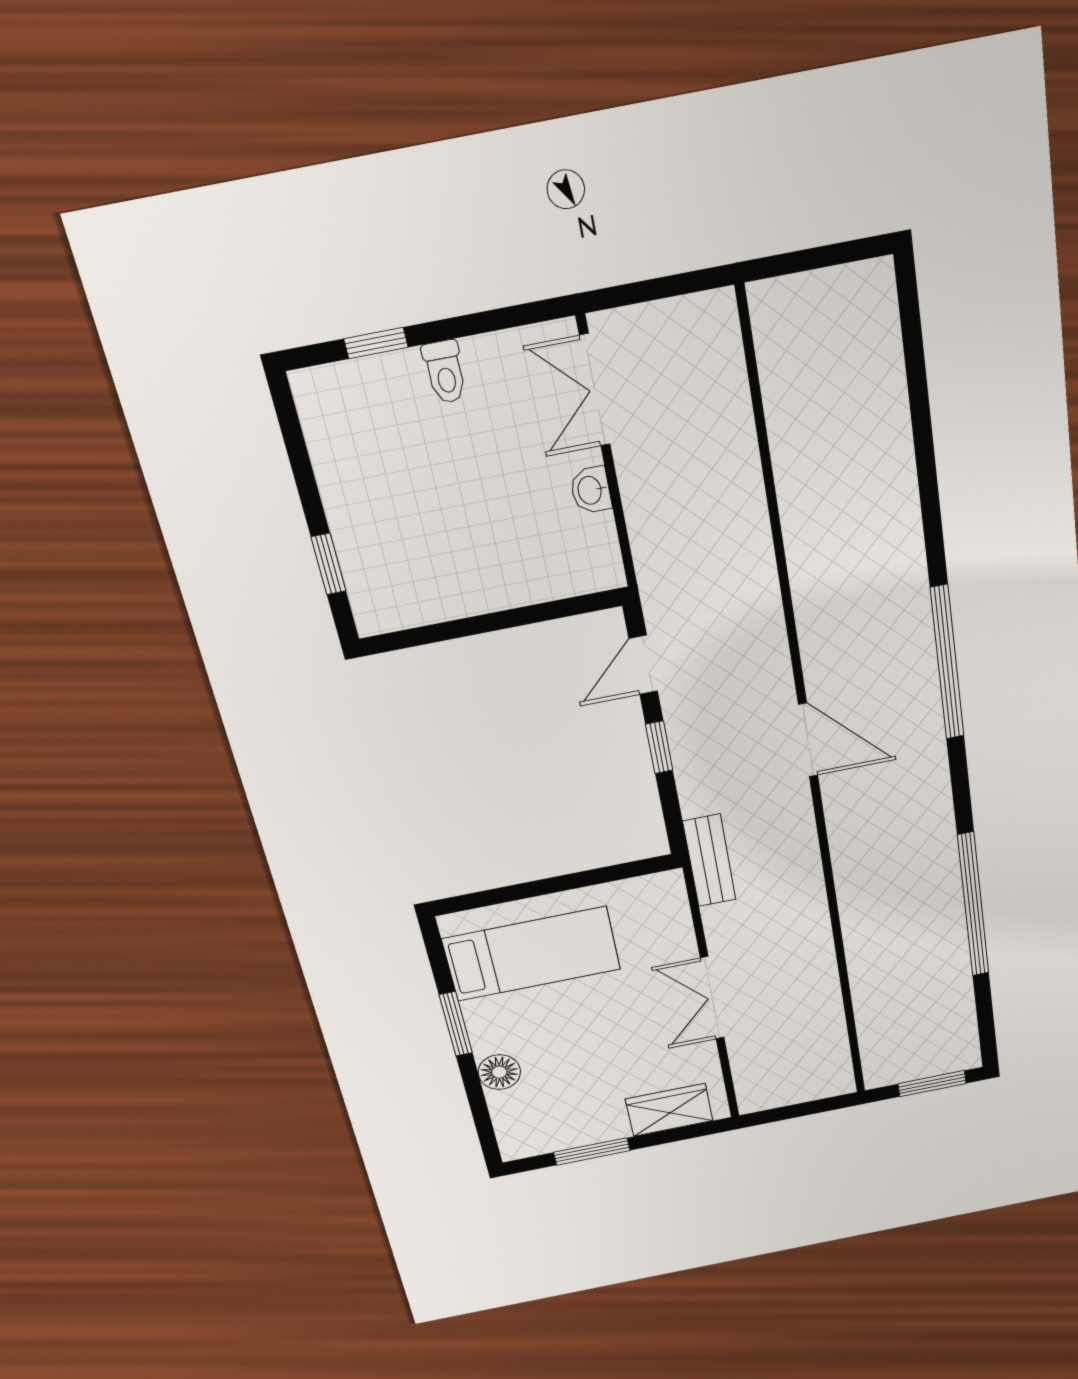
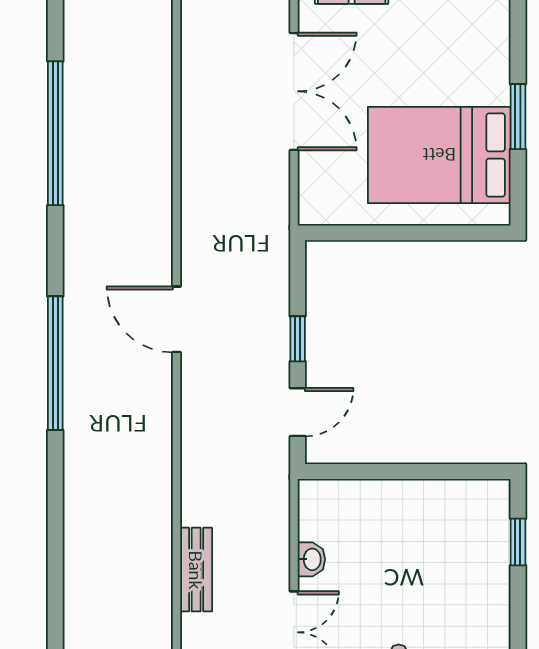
bench: (709, 861) -> (196, 570), moved
bed: (531, 954) -> (439, 155), width x1.50
double door: (712, 998) -> (294, 91), width x1.37
floor lamp: (499, 1072) -> (492, 59), removed

